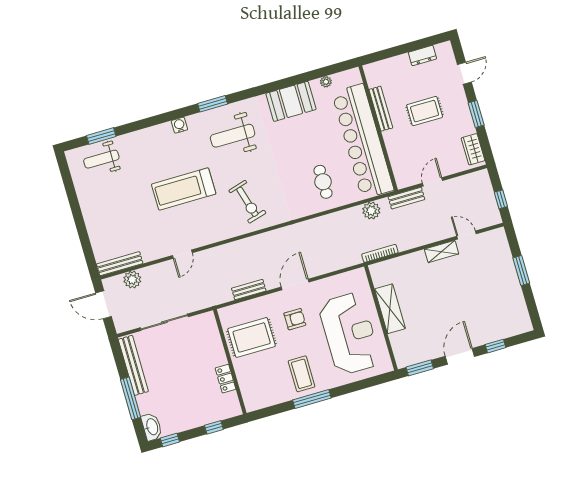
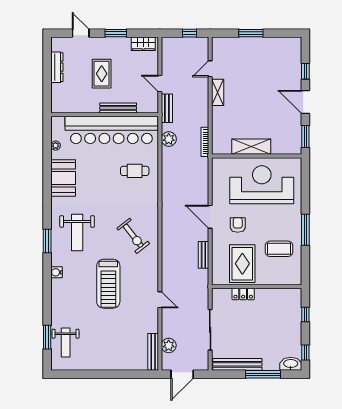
dresser: (422, 56) -> (57, 67), width x1.44
bench: (381, 109) -> (118, 108), moved
exercise bike: (247, 202) -> (133, 236), turned 68
coffee table: (302, 374) -> (279, 249), moved
locker: (225, 379) -> (243, 294), moved

